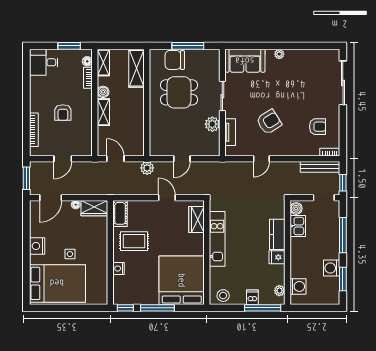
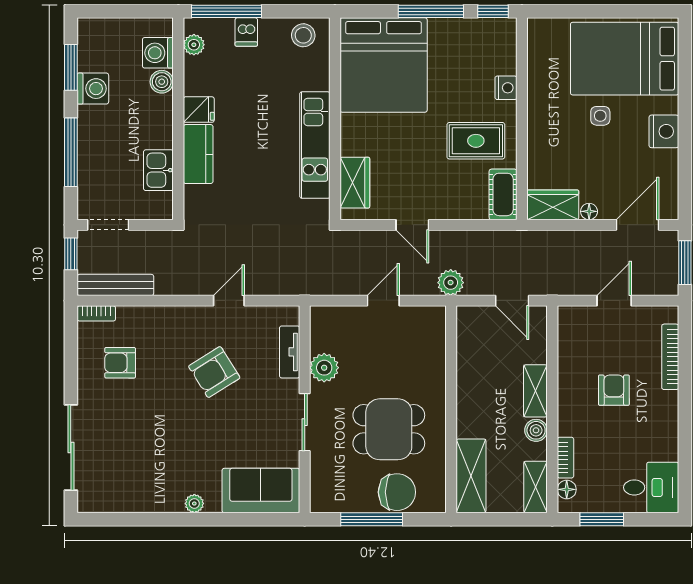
boiler: (296, 208) -> (162, 82), moved

